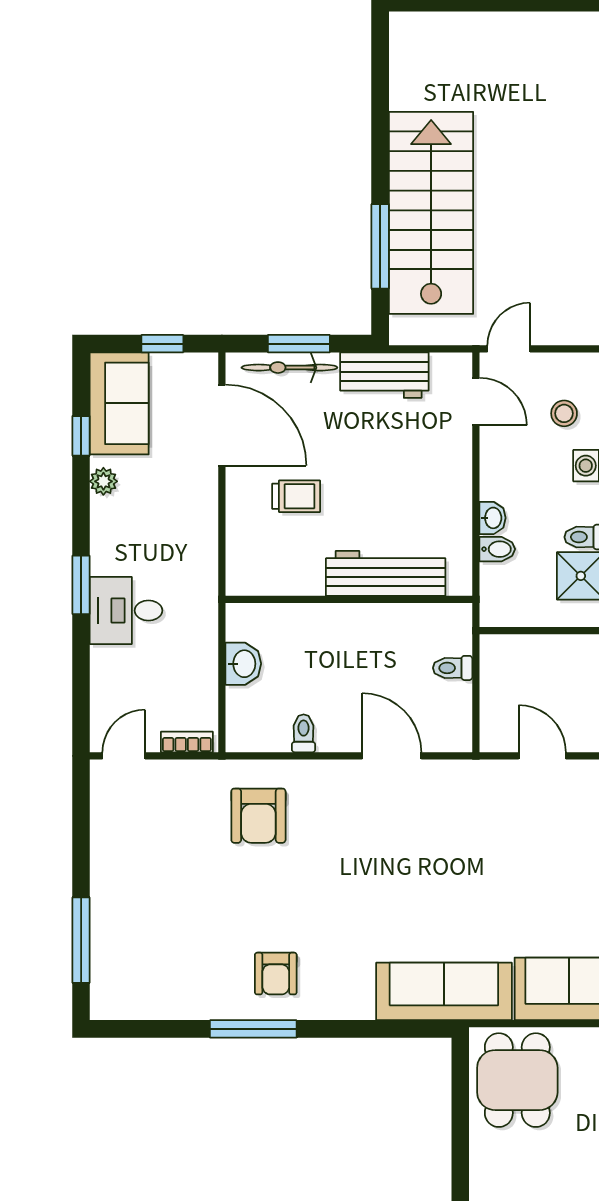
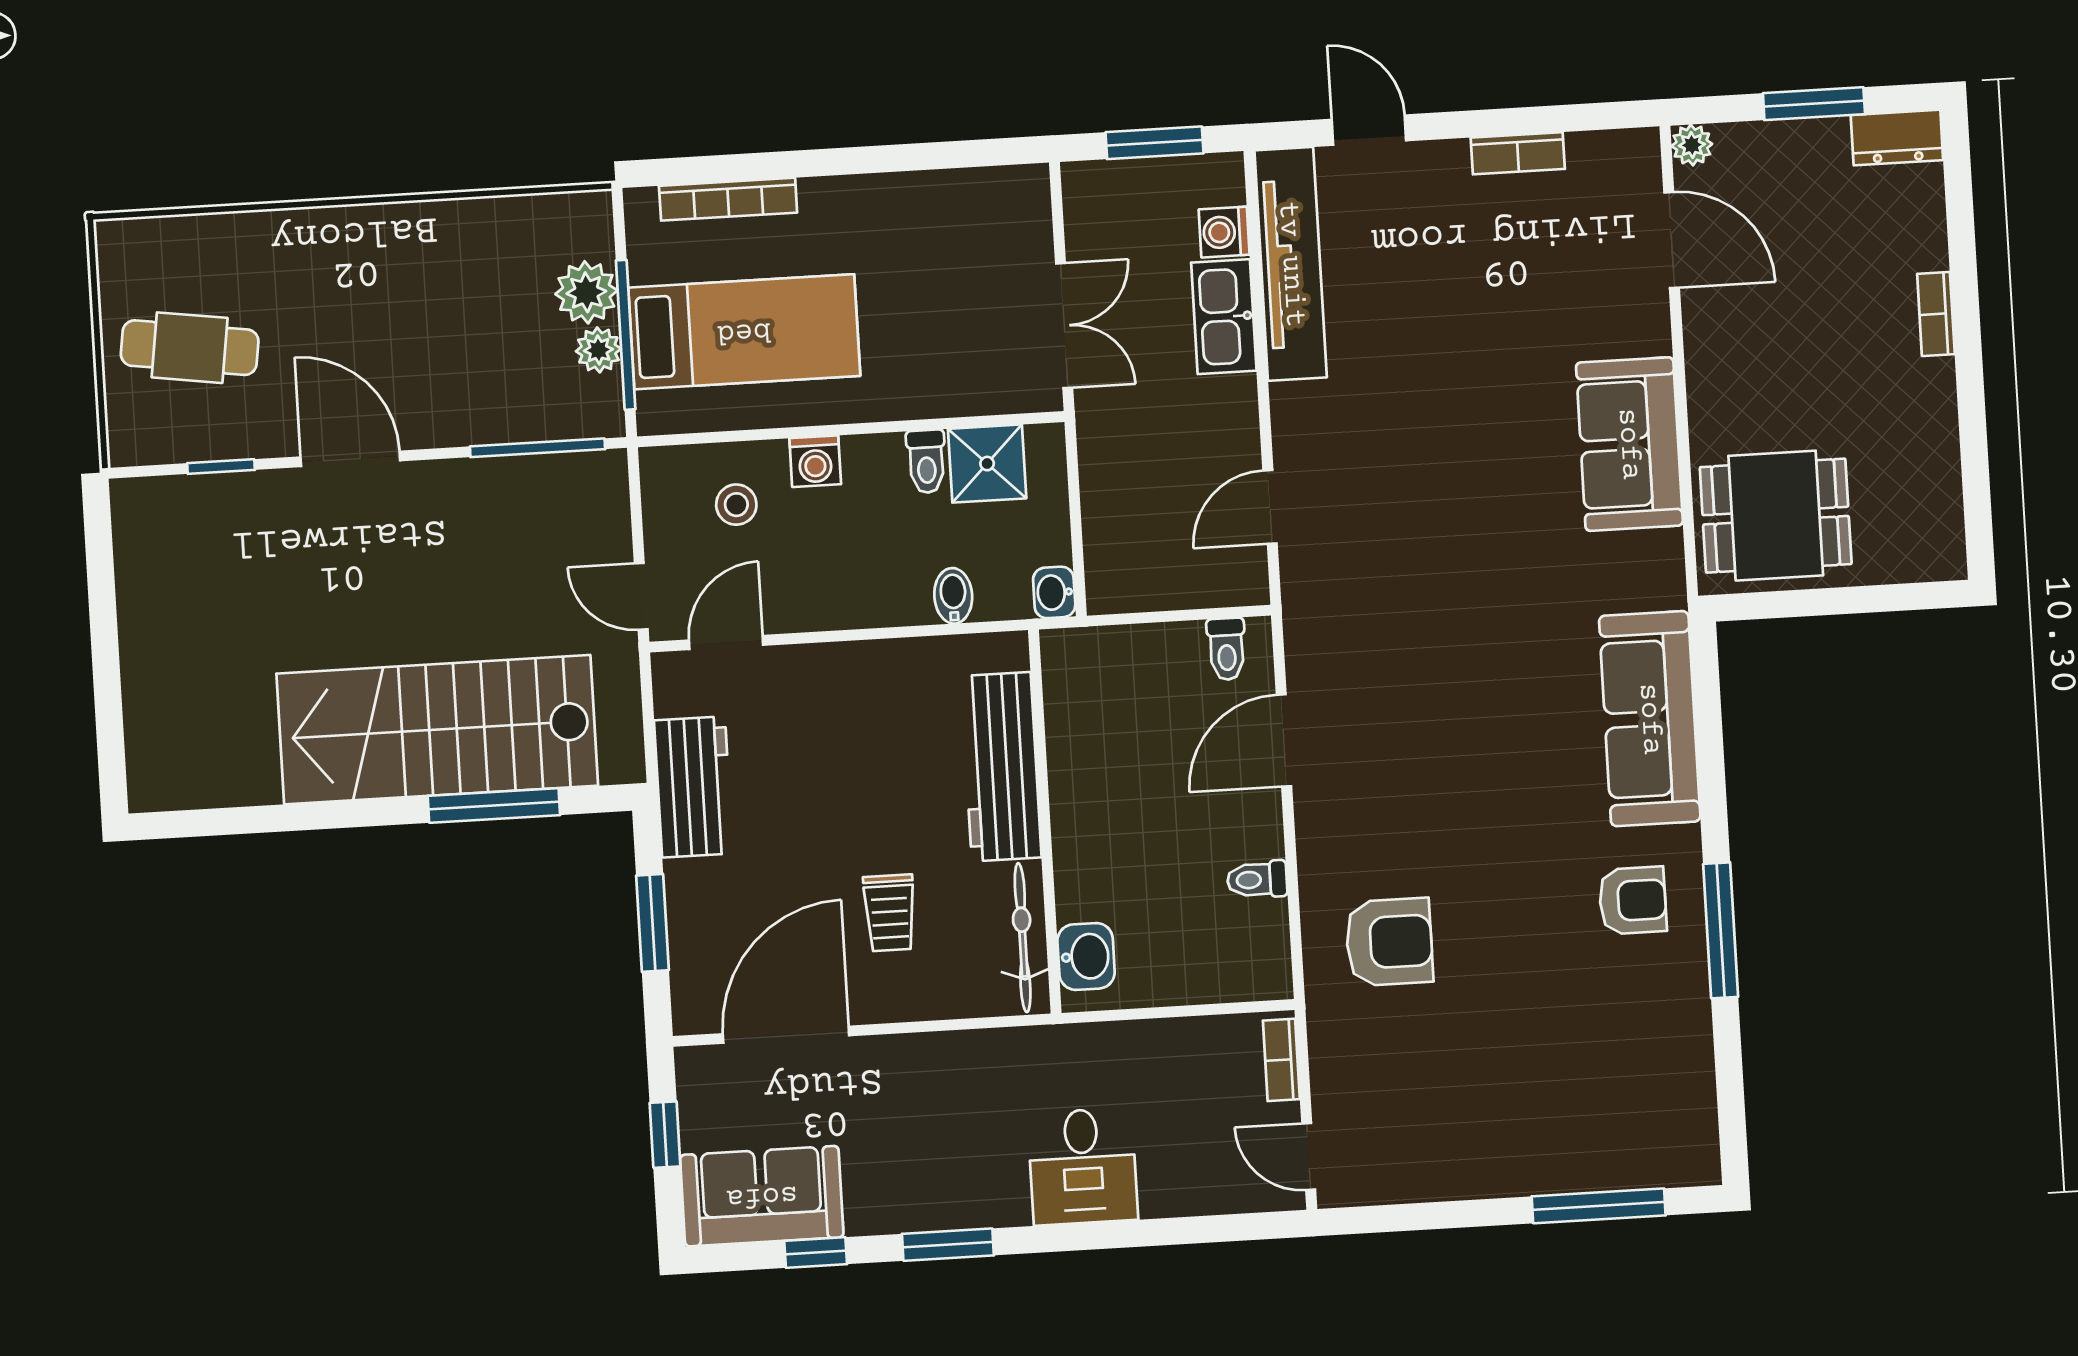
bicycle: (289, 368) -> (1023, 938), moved, turned 180
plant: (103, 481) -> (884, 1213), removed
trolley: (296, 496) -> (890, 913), turned 180
washbasin: (492, 518) -> (1054, 592), moved, turned -90
window: (81, 585) -> (948, 1245), moved
washbasin: (243, 664) -> (1086, 956), moved, turned 90
toilet: (453, 668) -> (1227, 649), moved
sofa: (444, 991) -> (1650, 719), moved

